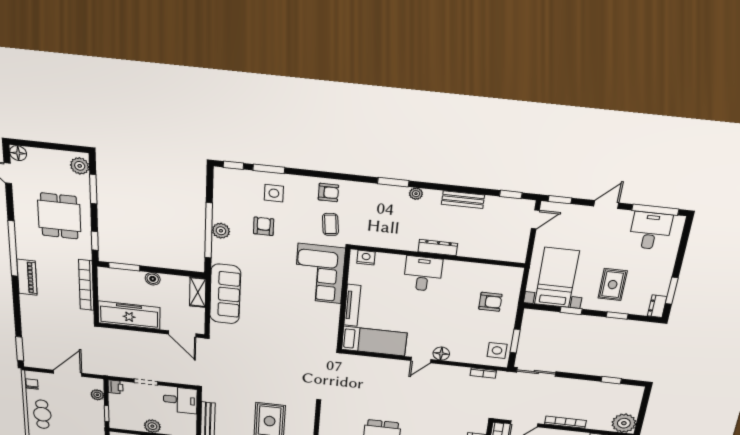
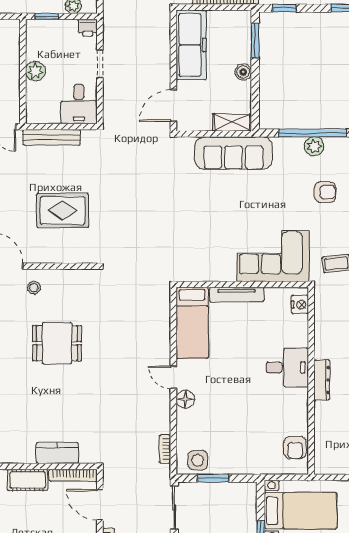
armchair: (490, 302) -> (295, 448), moved

